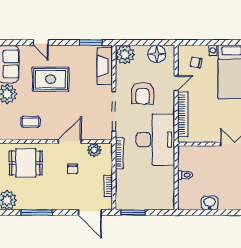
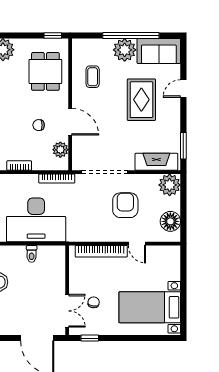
chair: (196, 62) -> (94, 302), moved
armchair: (143, 93) -> (125, 205), turned 90
desk: (155, 140) -> (36, 220), moved

